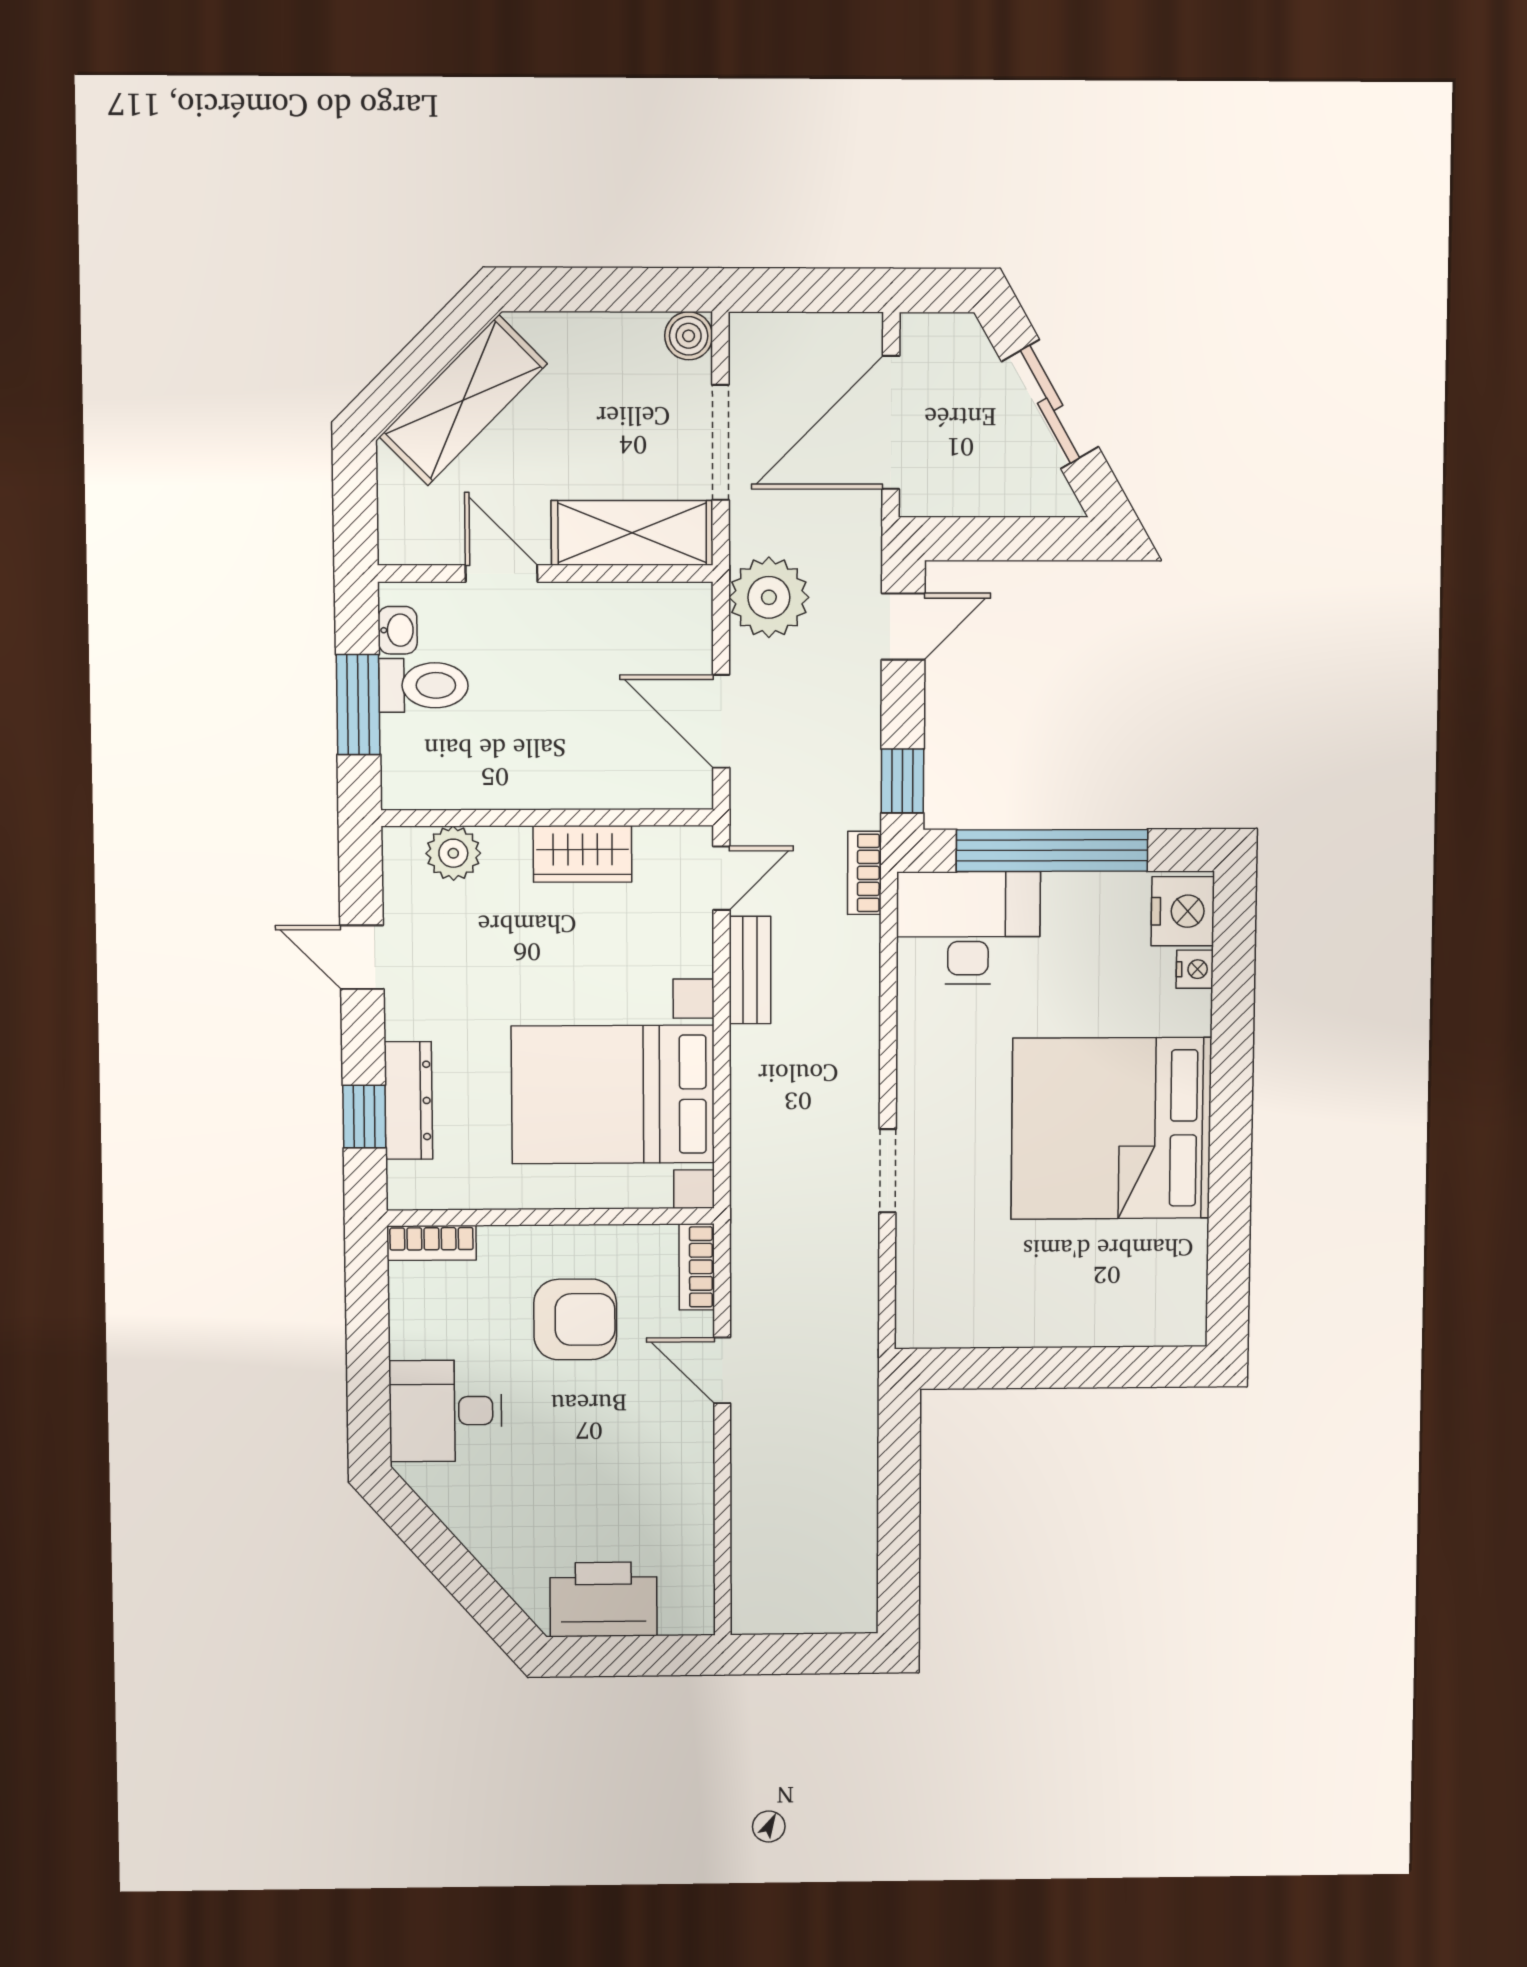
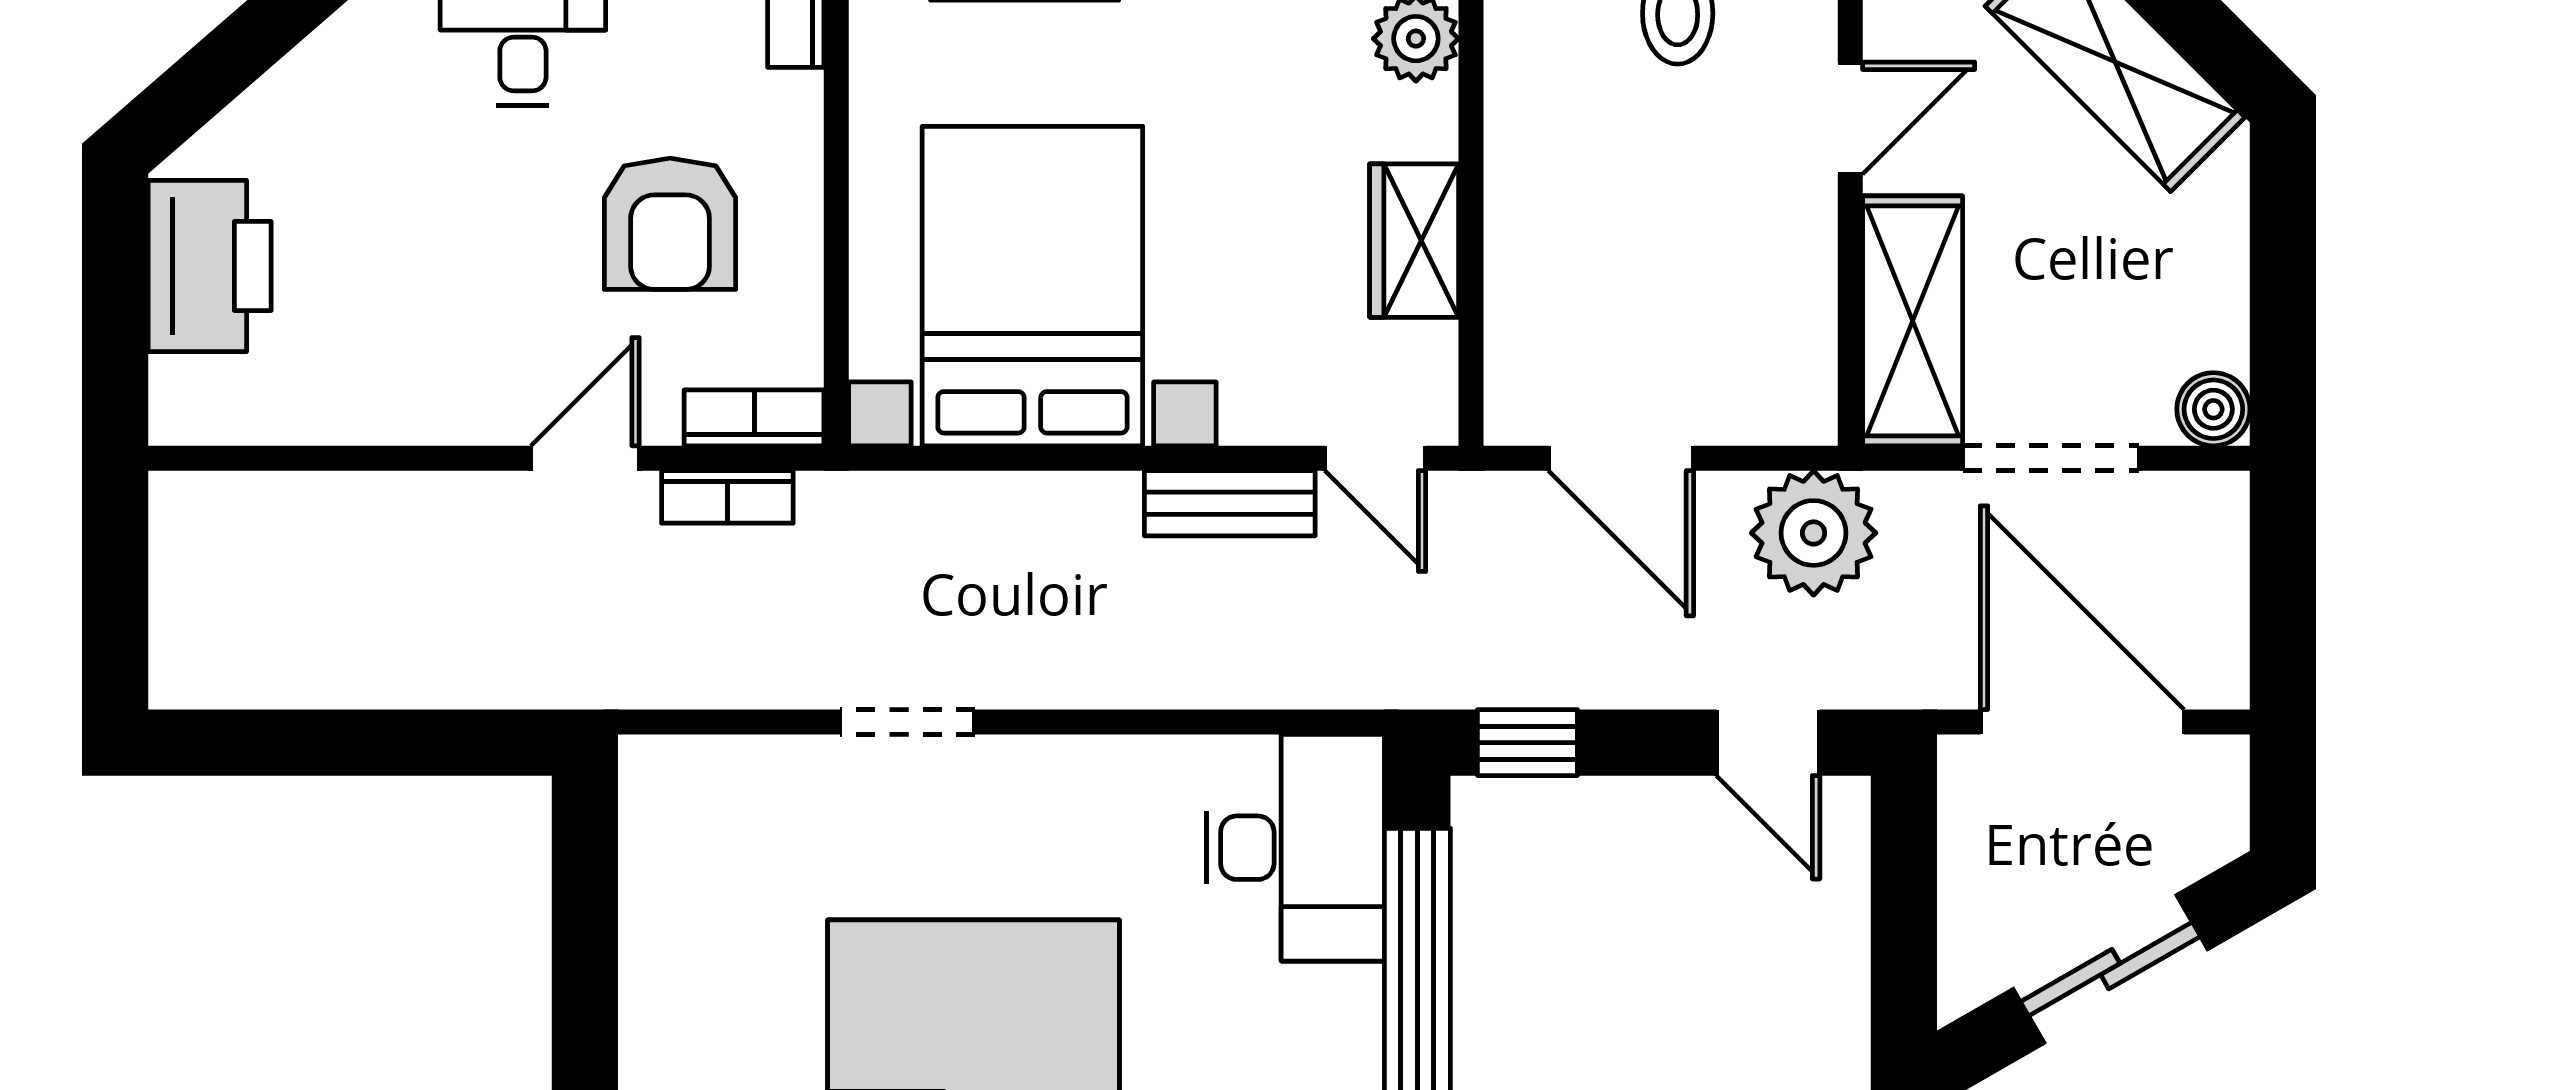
door: (721, 721) -> (1621, 458), swing flipped
bookcase: (864, 873) -> (727, 497), moved, turned 180

